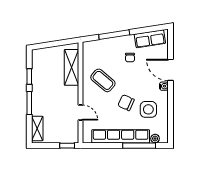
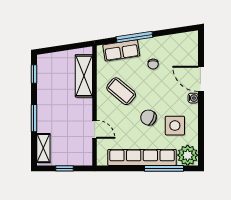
row of seats: (150, 39) -> (121, 50), moved
window: (29, 76) -> (34, 74), moved
plant: (155, 139) -> (188, 155), width x1.87, depth x1.87
window: (67, 146) -> (64, 168), moved

